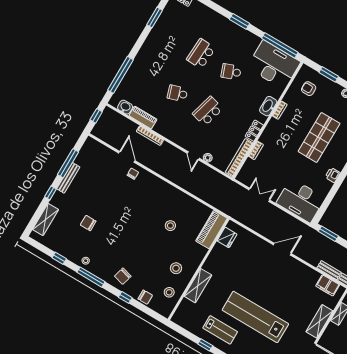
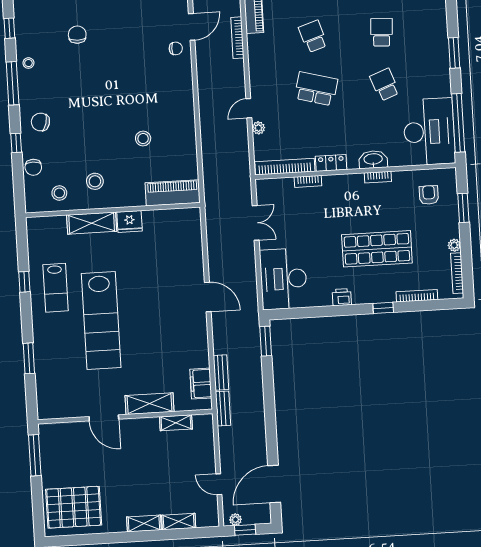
school desk: (201, 54) -> (382, 32), width x0.54
fridge: (227, 237) -> (130, 221), moved
lab bench: (255, 317) -> (101, 320), turned 180

